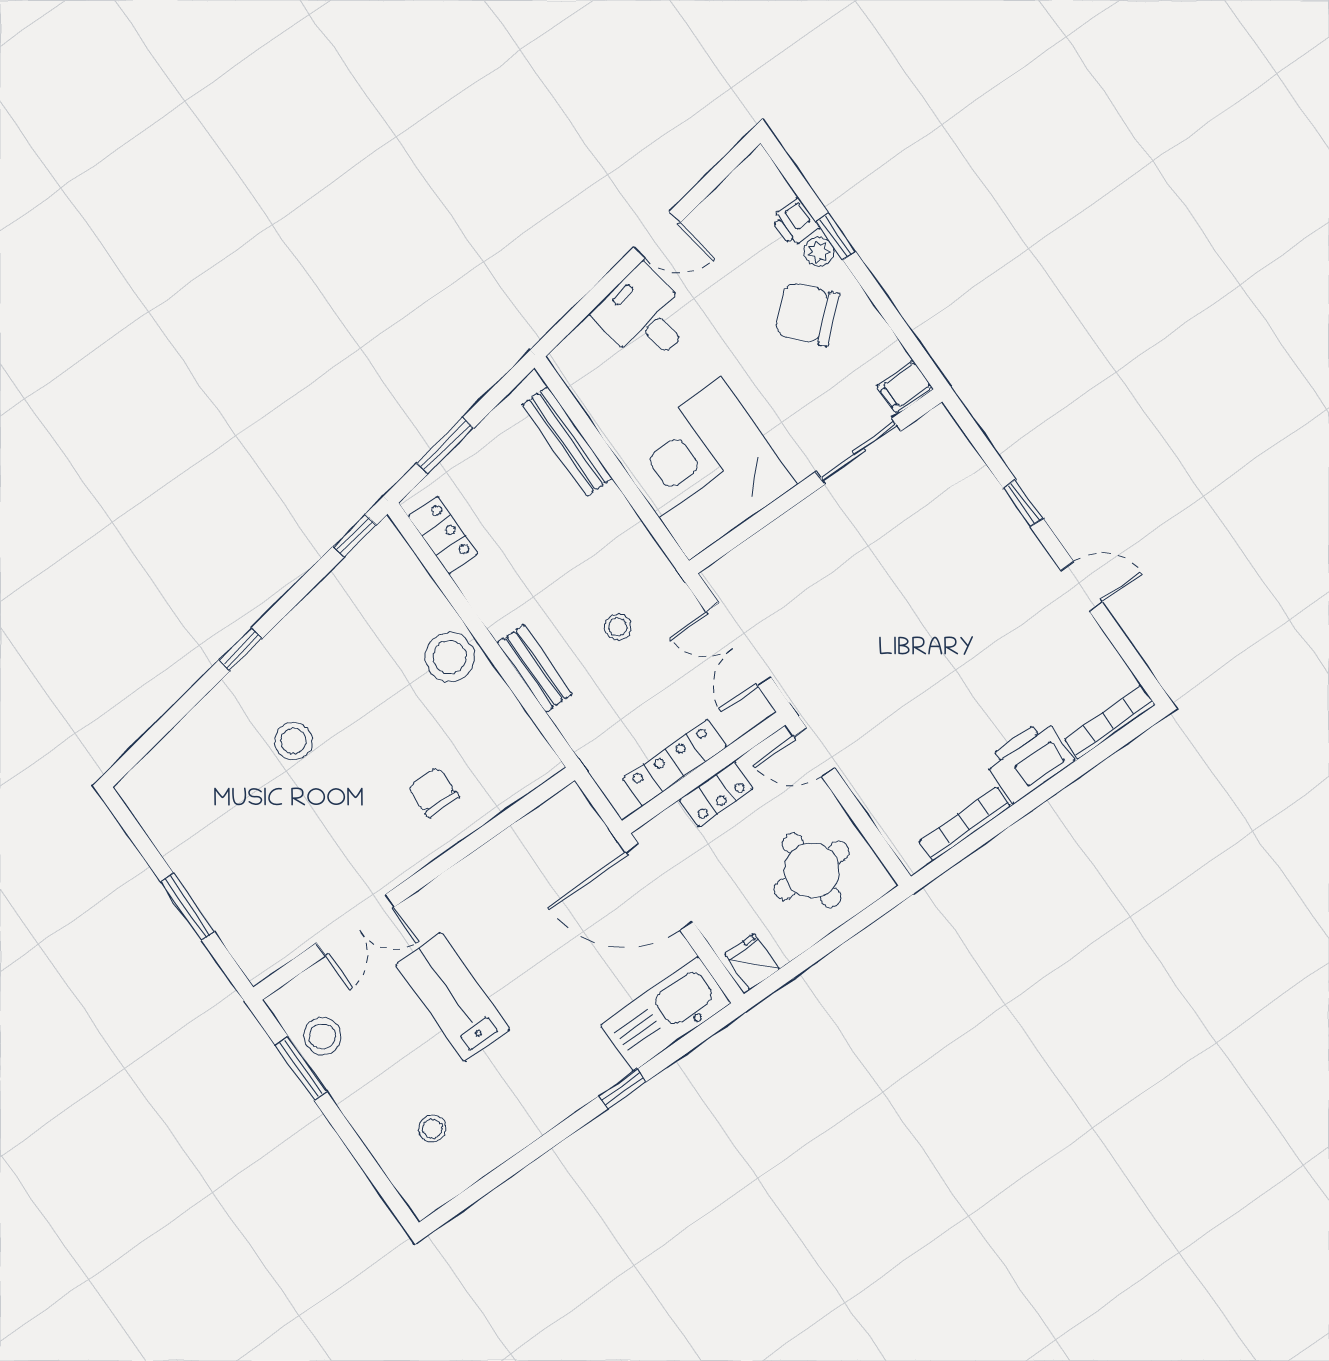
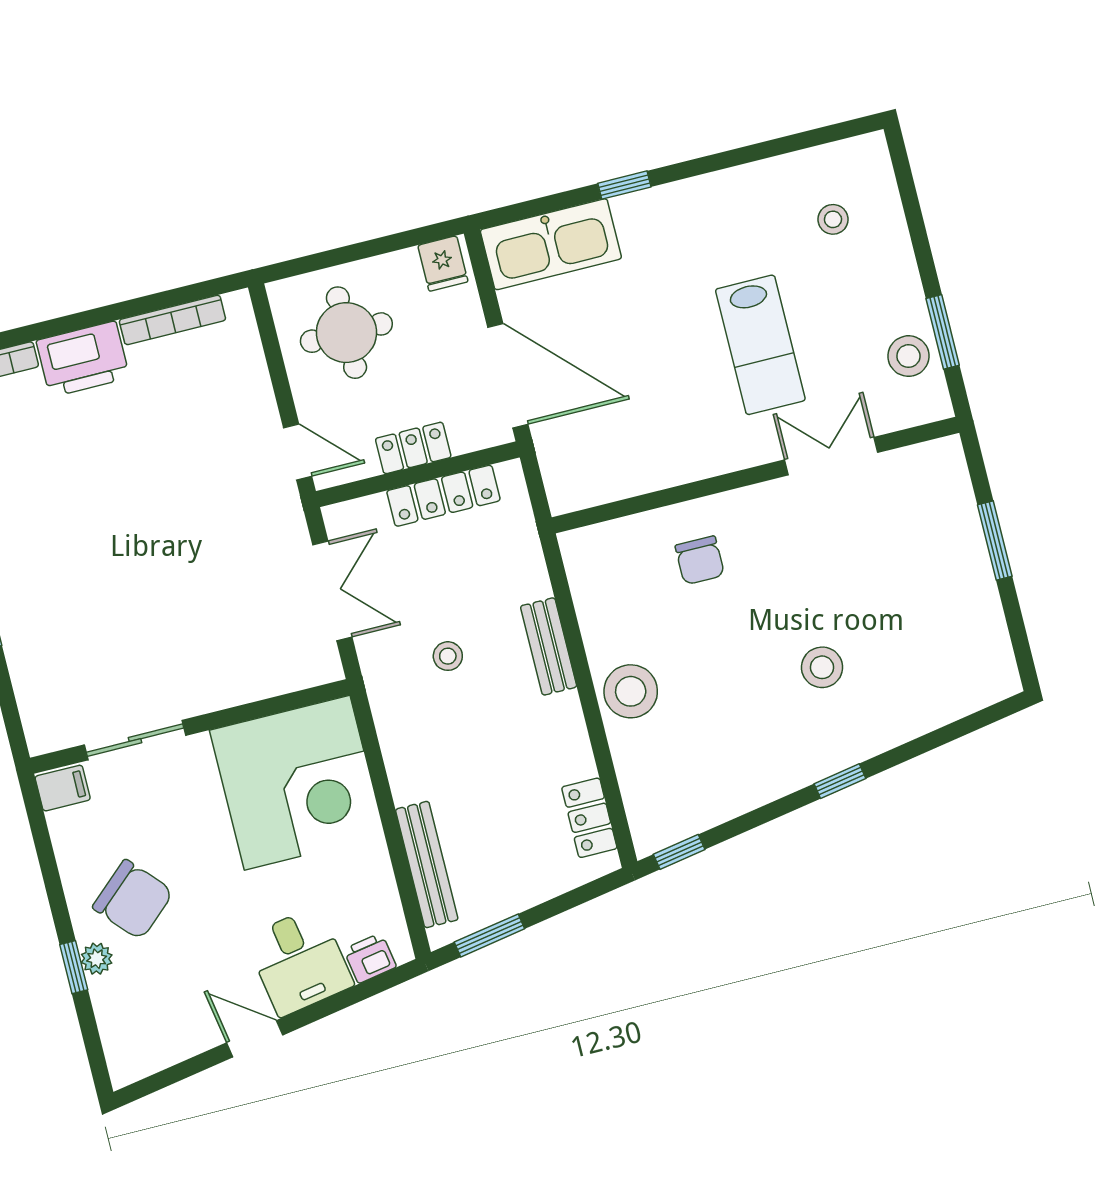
printer: (795, 223) -> (370, 958), moved, turned -100
window: (446, 445) -> (489, 935), moved

